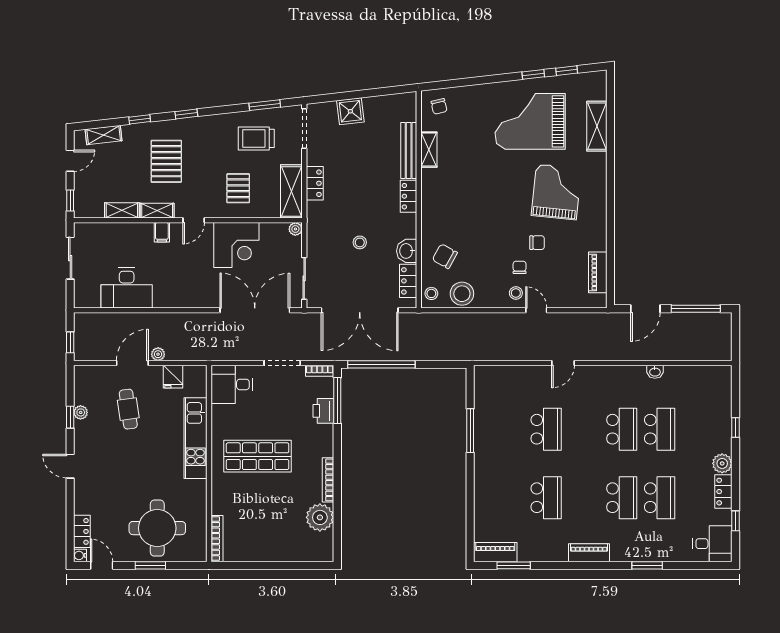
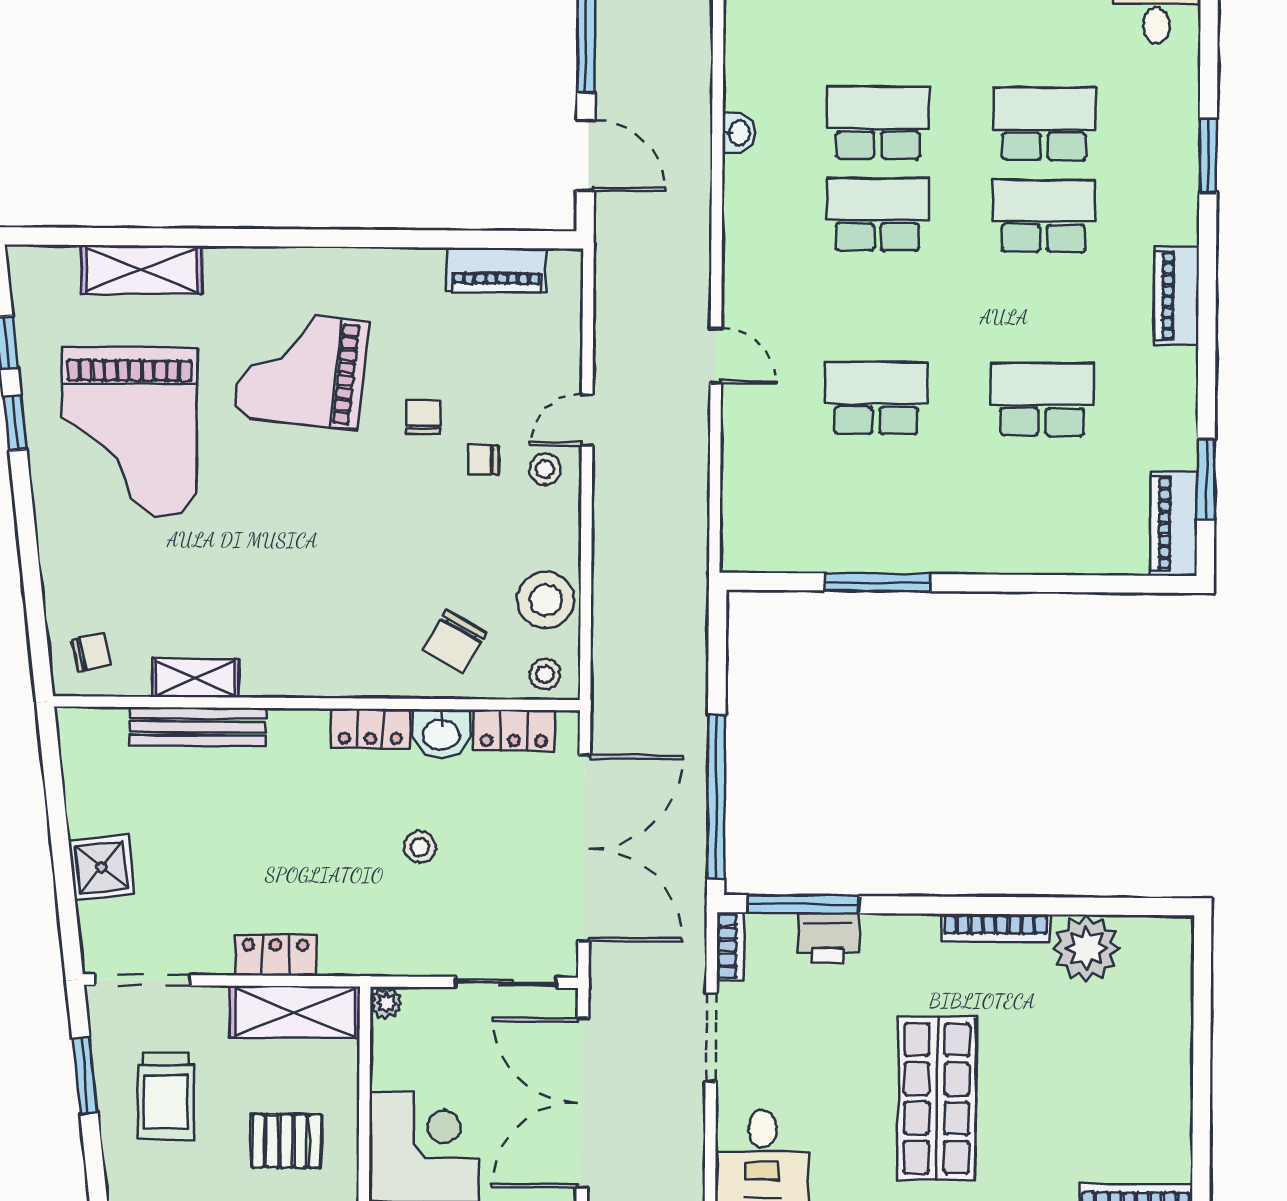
locker: (408, 196) -> (370, 728), moved

